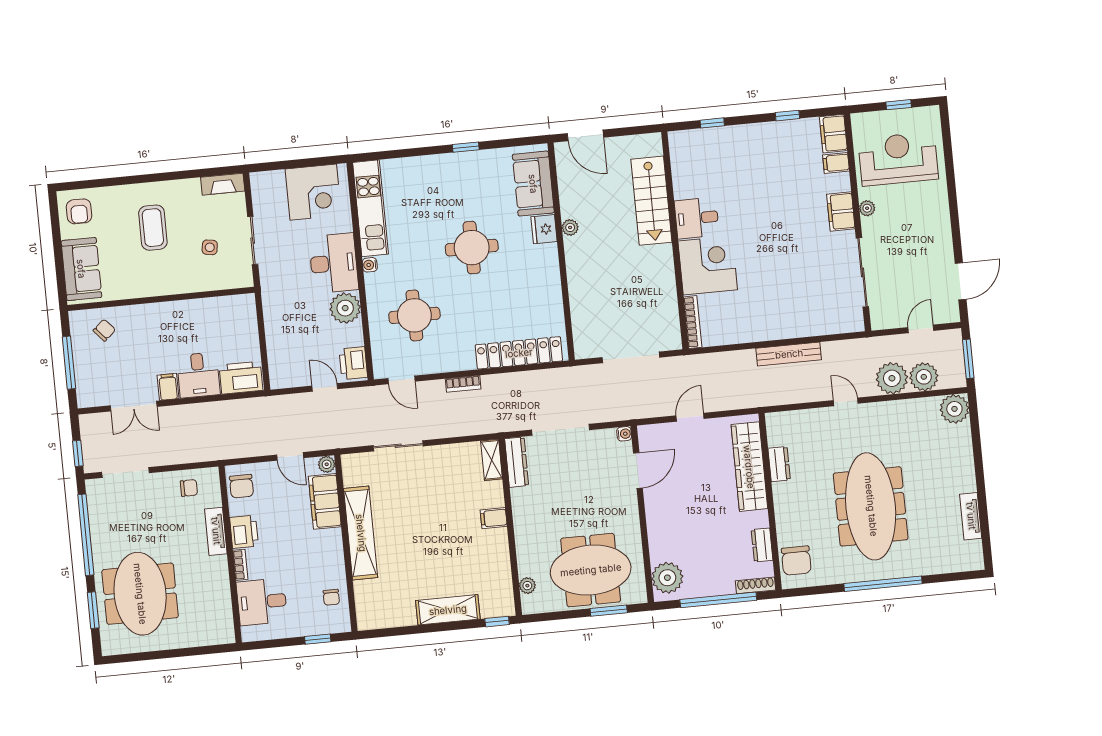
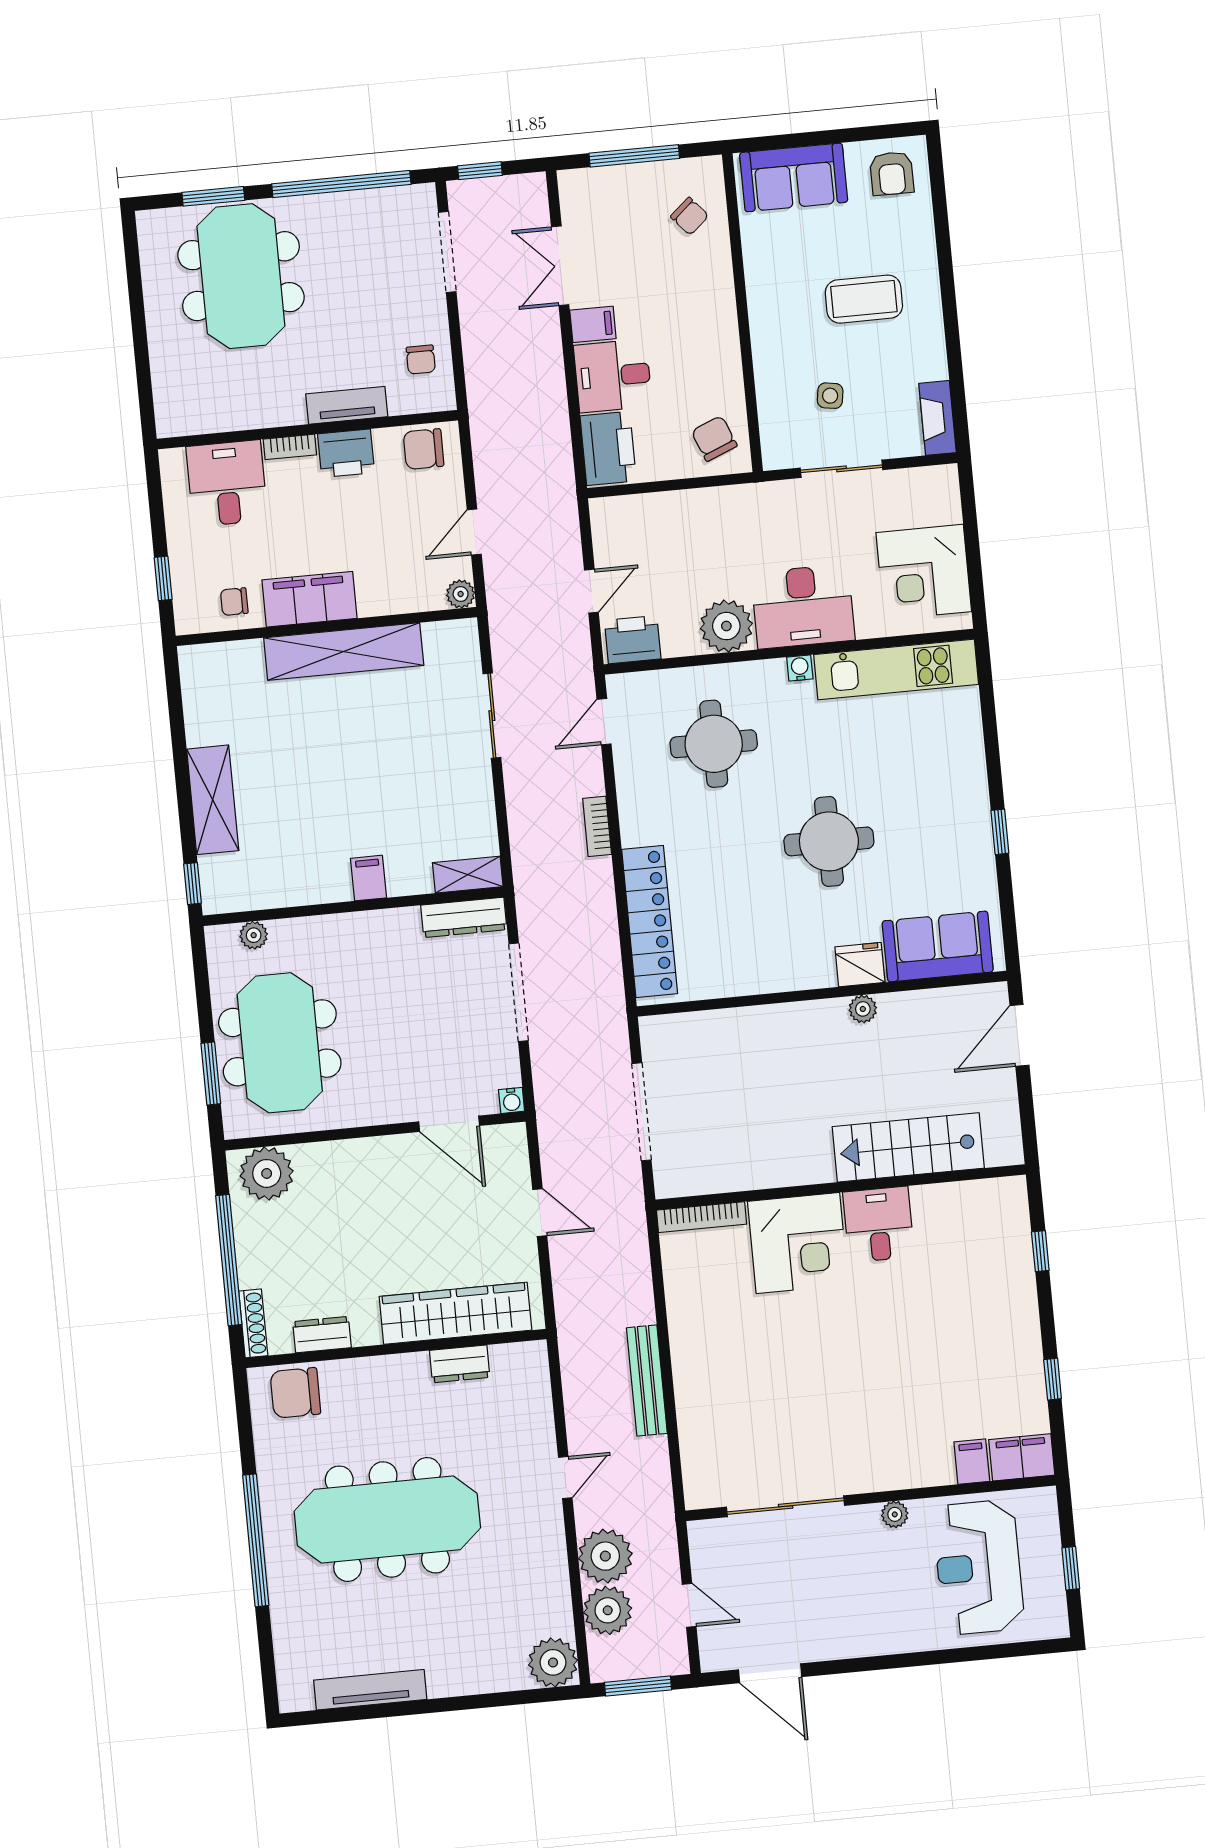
reception desk: (898, 159) -> (979, 1567), turned 180
armchair: (79, 211) -> (892, 173), turned -90
filing cabinet: (841, 211) -> (889, 1470), removed
chair: (235, 315) -> (714, 439), added
filing cabinet: (325, 501) -> (310, 599), moved
tv unit: (971, 516) -> (370, 1690), width x1.41
meeting table: (140, 594) -> (241, 276), turned 90

